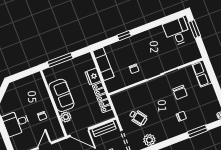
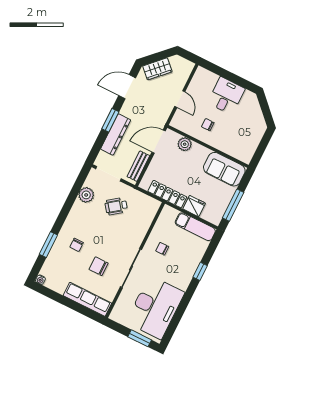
desk: (177, 32) -> (155, 307), width x1.87, depth x1.30
window: (60, 60) -> (233, 205), moved
row of seats: (202, 74) -> (87, 299), width x1.48
sofa: (61, 95) -> (224, 169), moved

